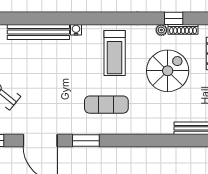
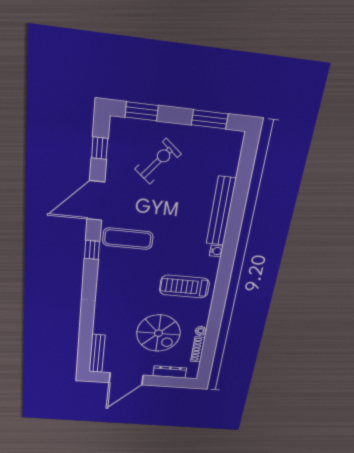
window: (174, 18) -> (210, 342), removed
exercise mat: (106, 105) -> (128, 239), moved, turned 90
window: (86, 141) -> (92, 250), width x0.67

